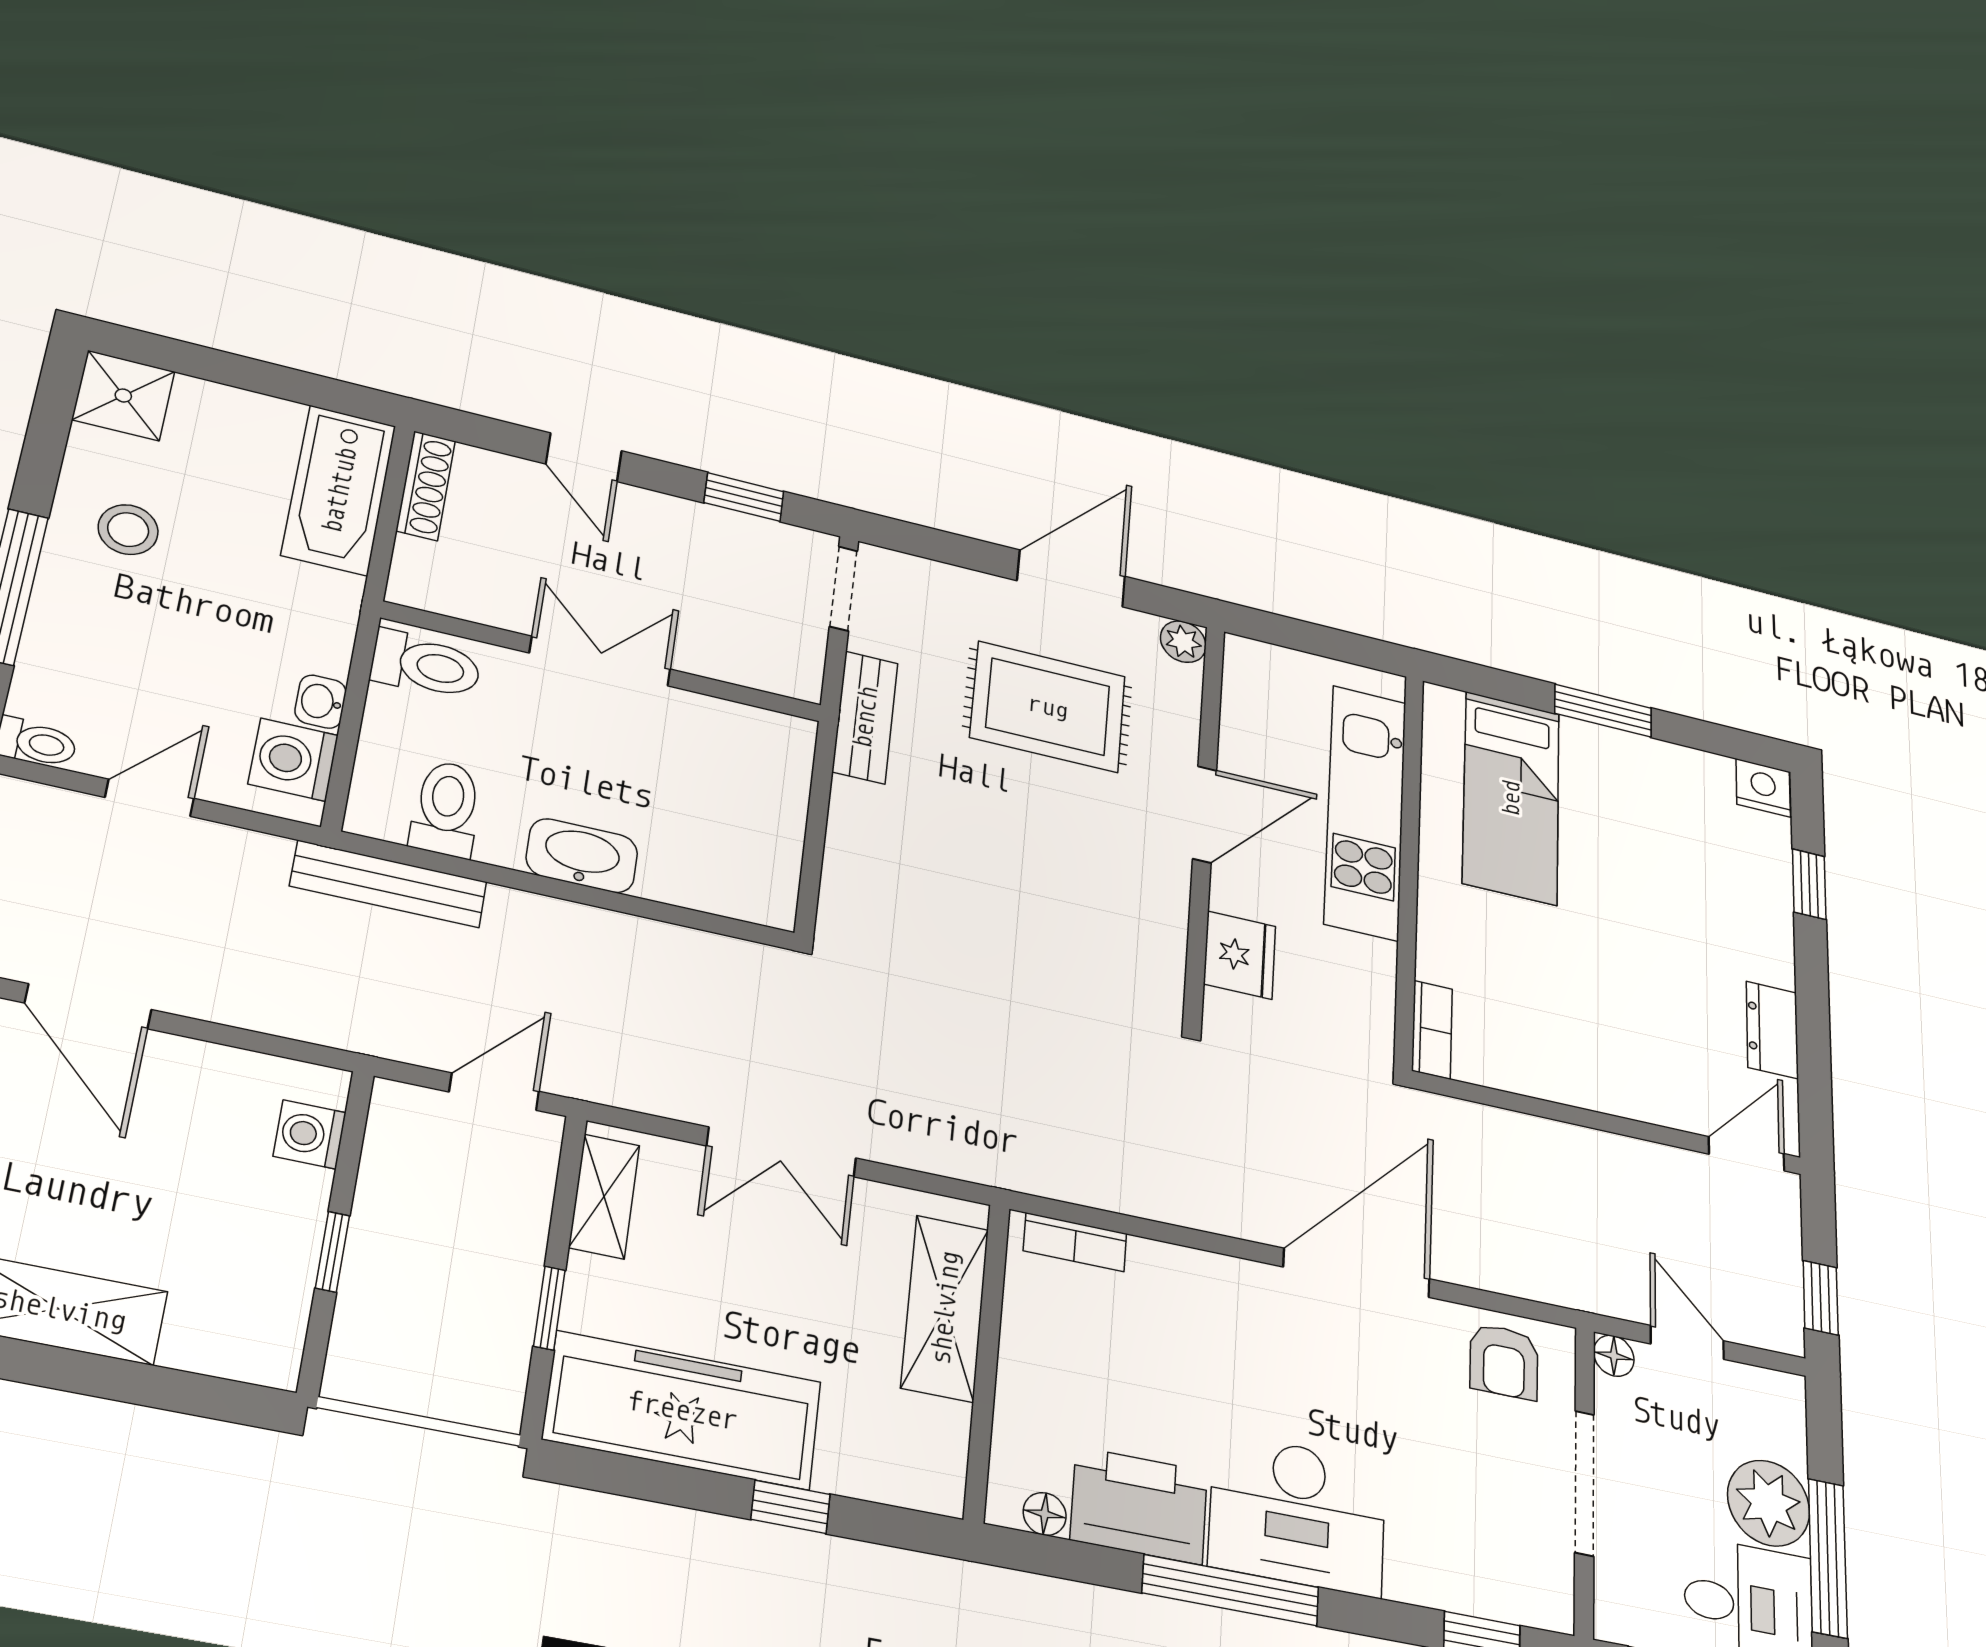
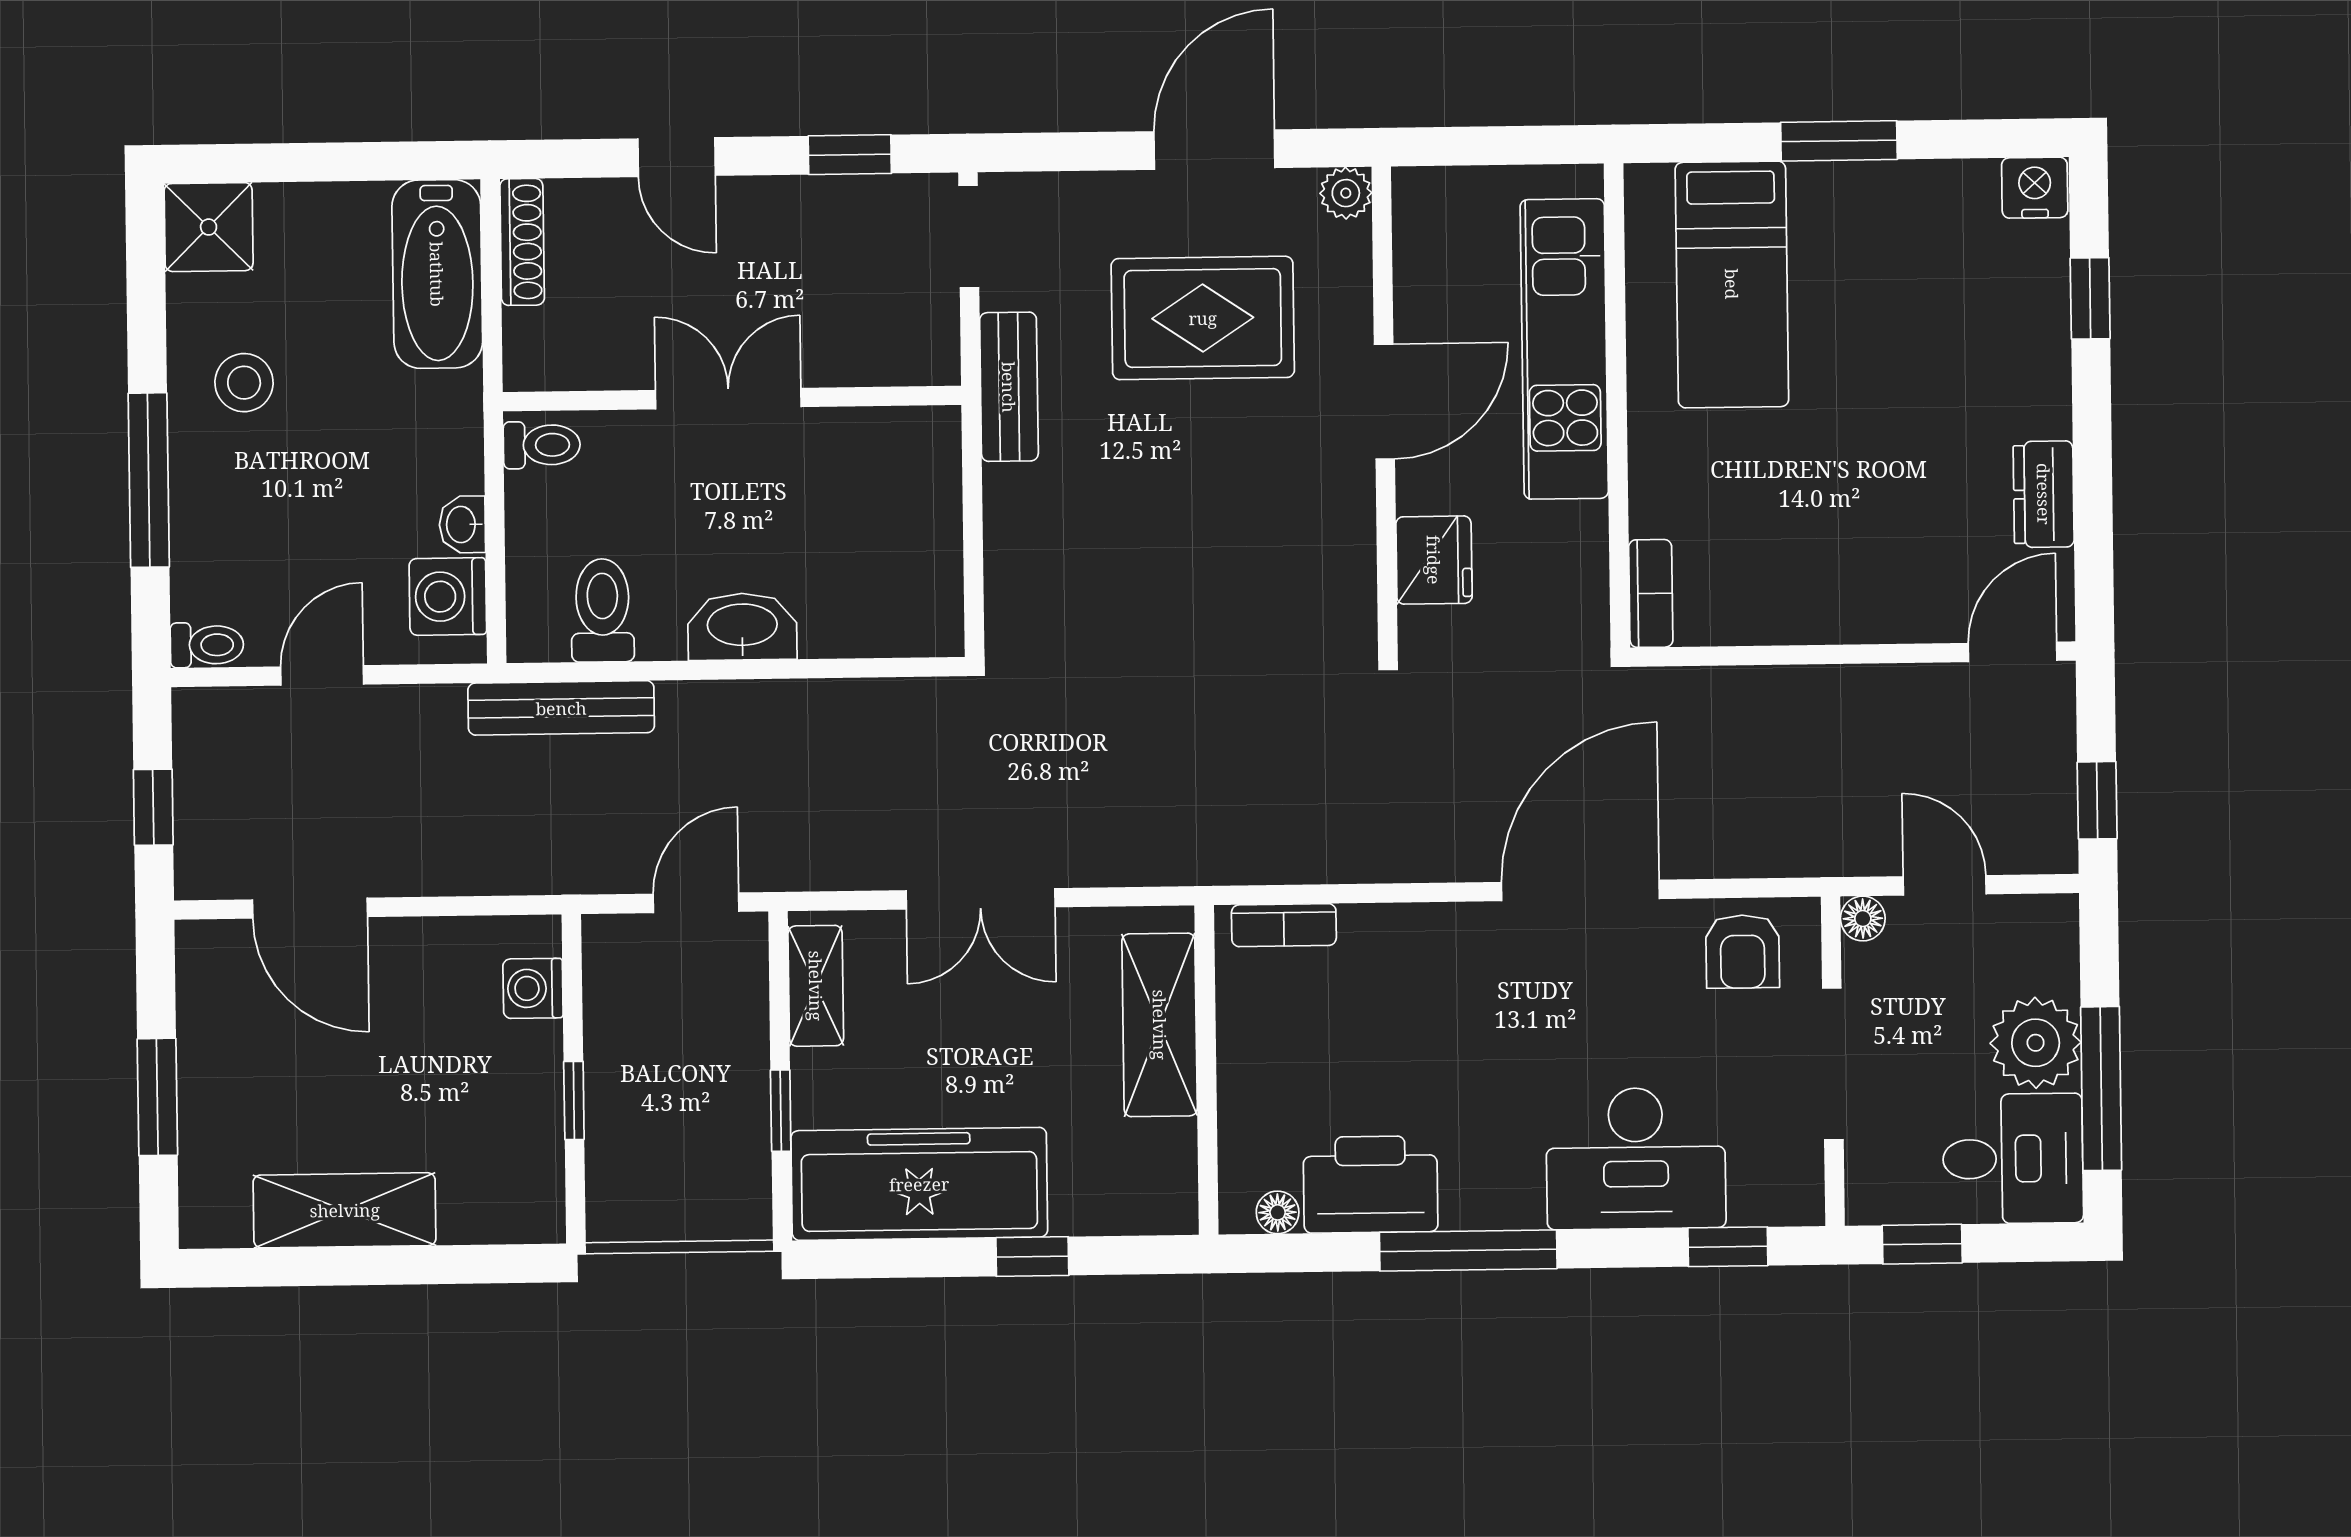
toilet: (426, 665) -> (542, 445), width x0.73, depth x0.72
desk: (1297, 1514) -> (1636, 1158), moved

